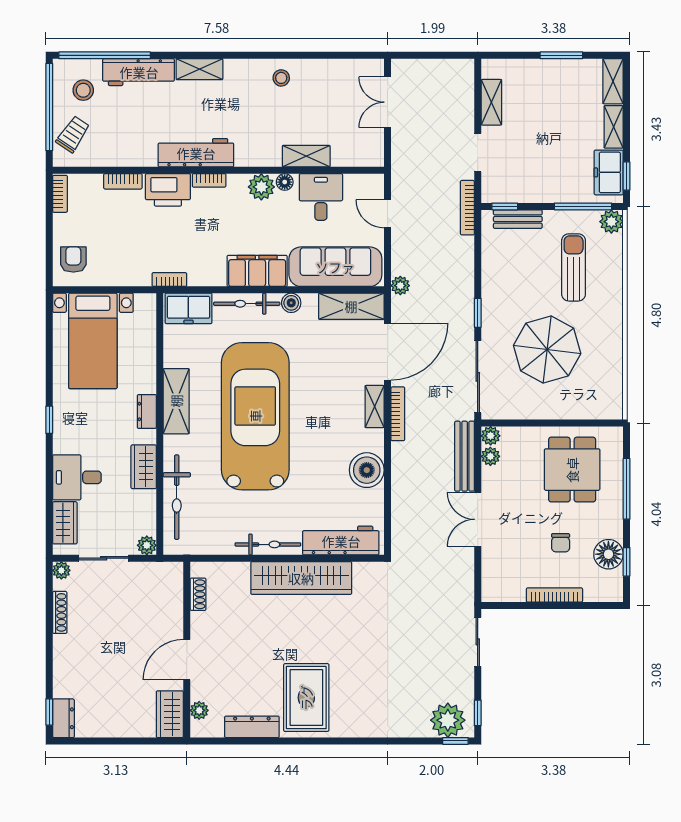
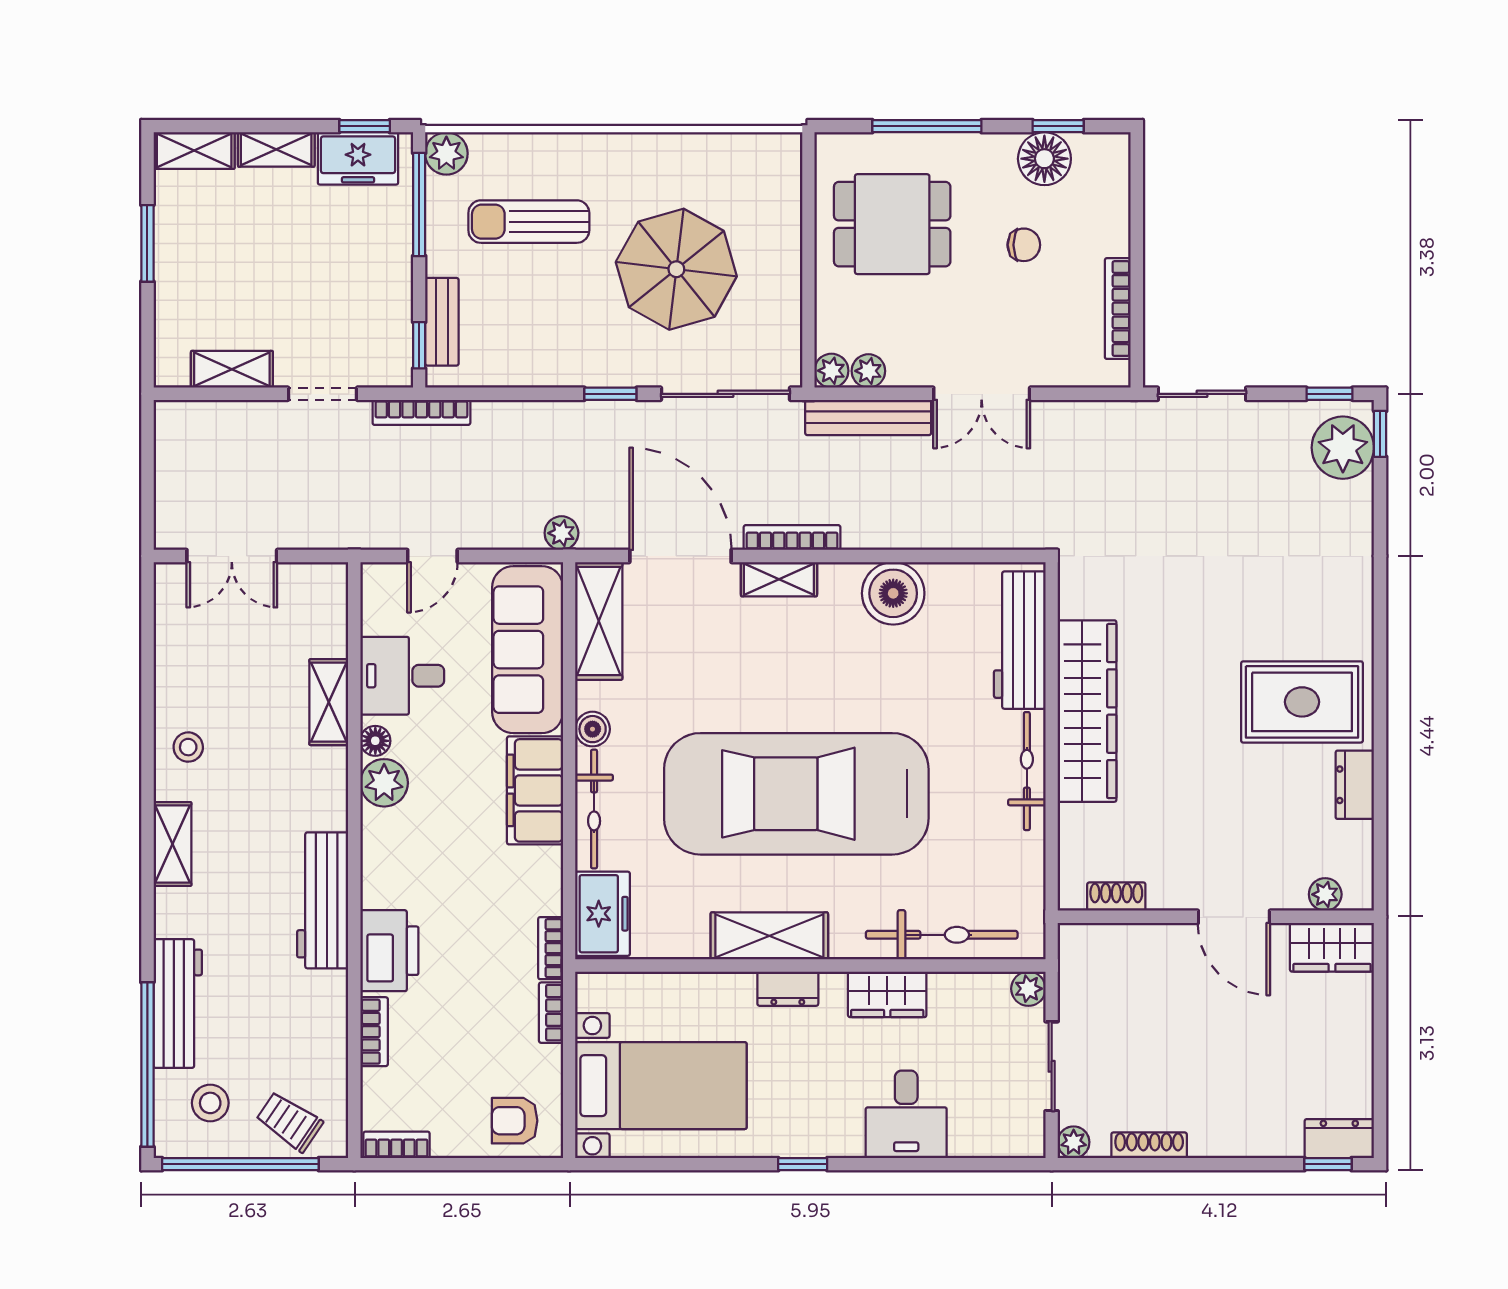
shelving: (199, 69) -> (172, 844), moved
bookcase: (209, 180) -> (551, 1013), moved, turned 180
wardrobe: (65, 523) -> (988, 1136), removed
bookcase: (554, 595) -> (1118, 309), moved
dresser: (252, 727) -> (1355, 785), width x0.70

